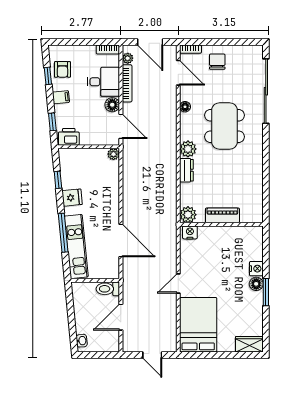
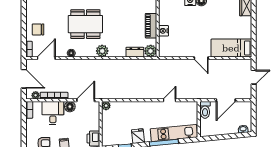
door: (150, 42) -> (24, 79), hinge flipped
dresser: (186, 170) -> (135, 52), moved
nightstand: (190, 232) -> (164, 31), moved
door: (121, 241) -> (170, 100), width x0.53
door: (121, 317) -> (226, 100), hinge flipped
bed: (198, 325) -> (231, 48), width x0.67

